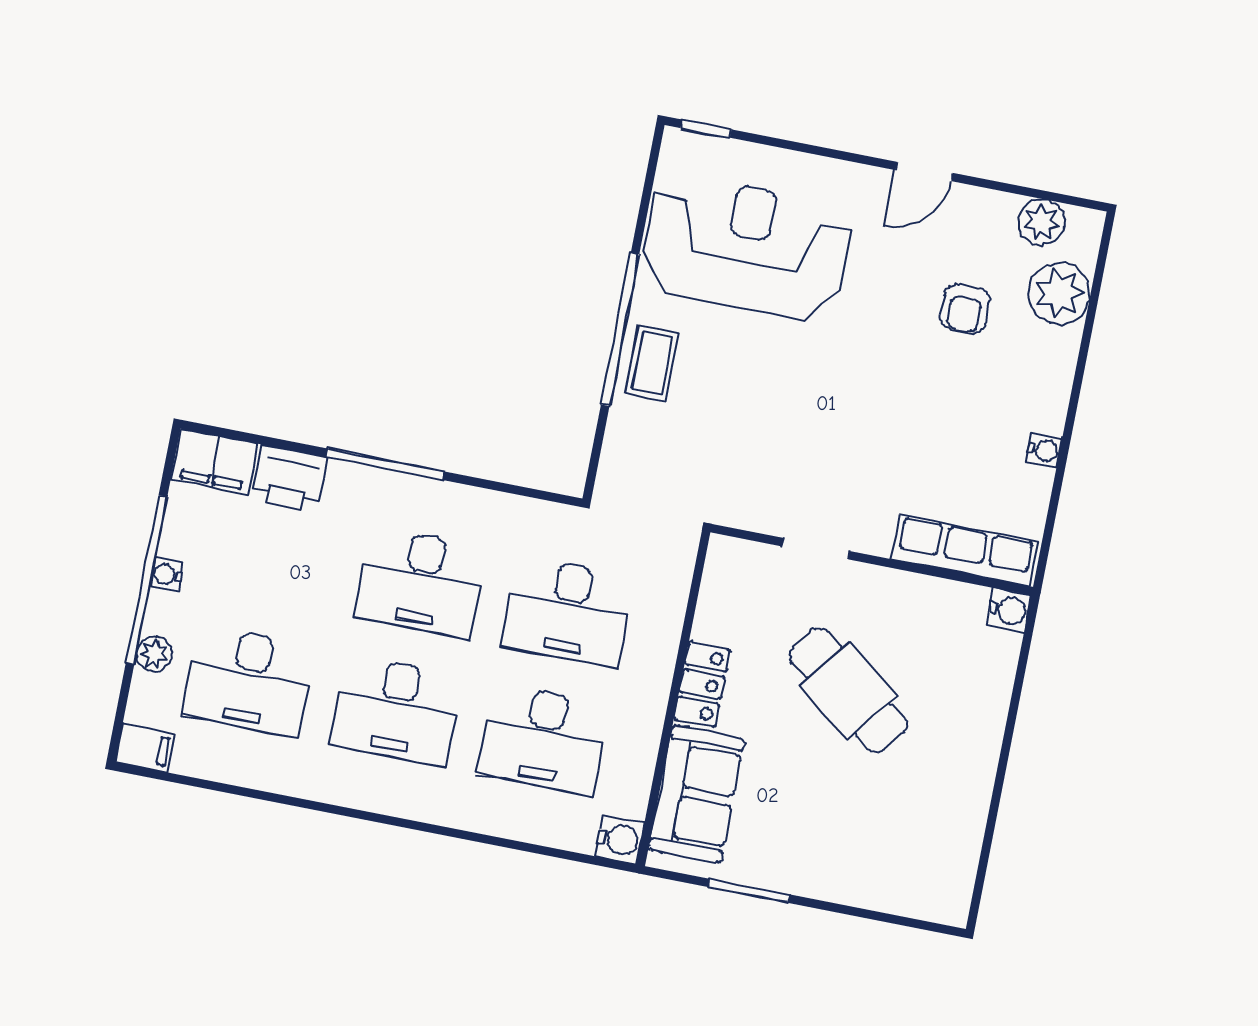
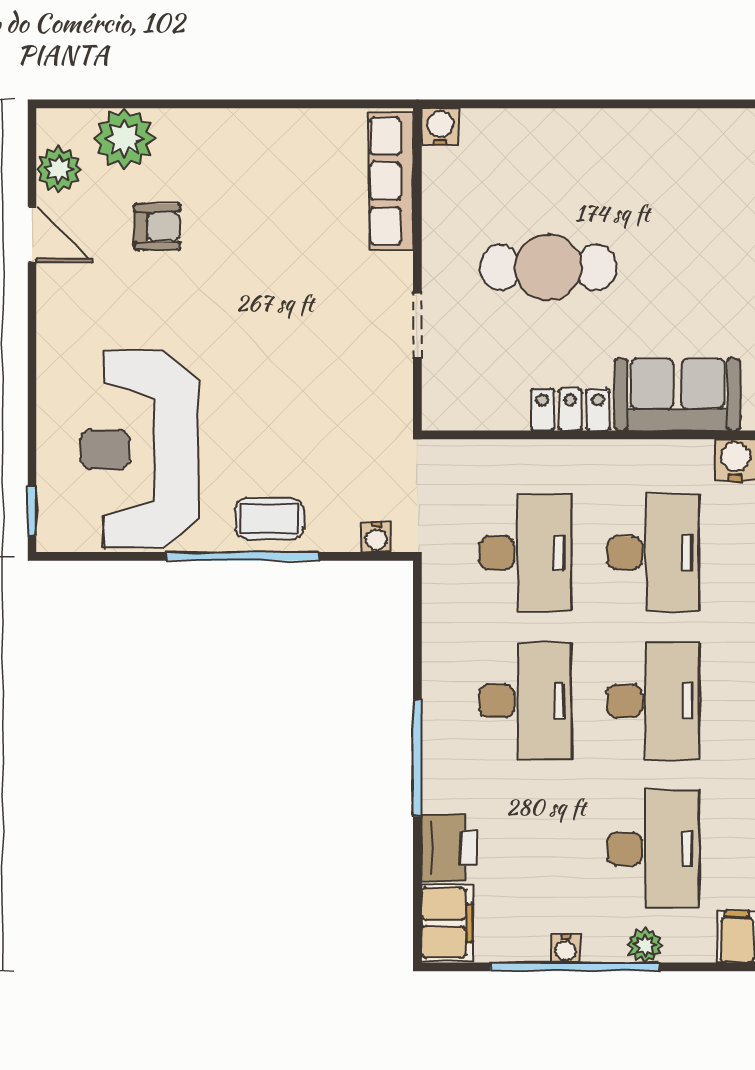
door: (924, 171) -> (32, 235), moved
water cooler: (1044, 450) -> (376, 537), moved, turned 180
cafe table: (848, 691) -> (548, 267), turned 53

